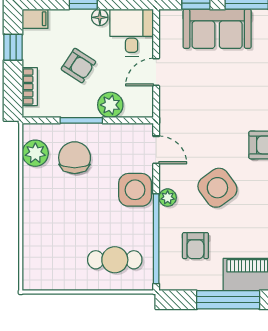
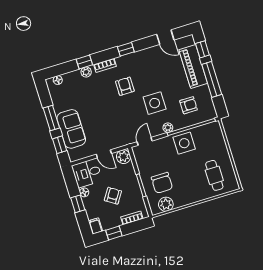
plant: (110, 105) -> (124, 157), moved
chair: (75, 158) -> (162, 183), turned -90
side table: (217, 188) -> (155, 103), turned 36
side table: (135, 190) -> (184, 143), moved
cafe table: (115, 260) -> (214, 175), moved

